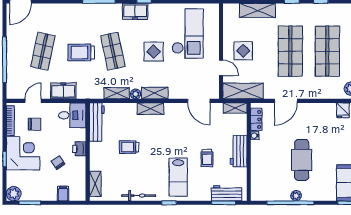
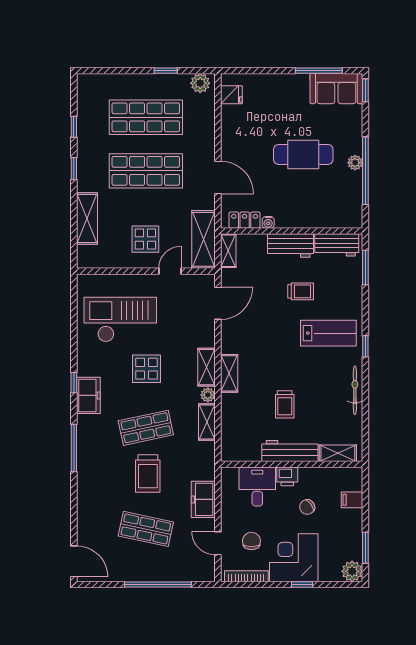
desk: (72, 115) -> (257, 487), moved
workbench: (97, 122) -> (290, 451), moved
workbench: (226, 193) -> (337, 245), moved, turned -90

